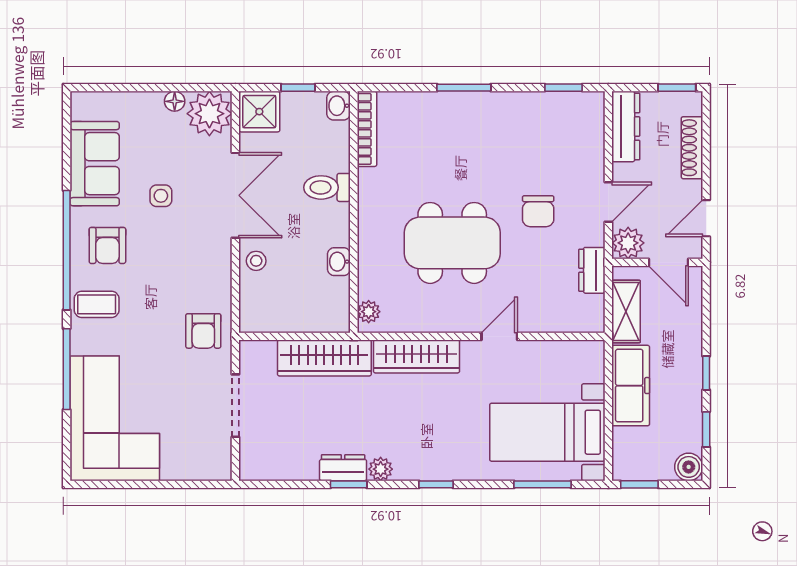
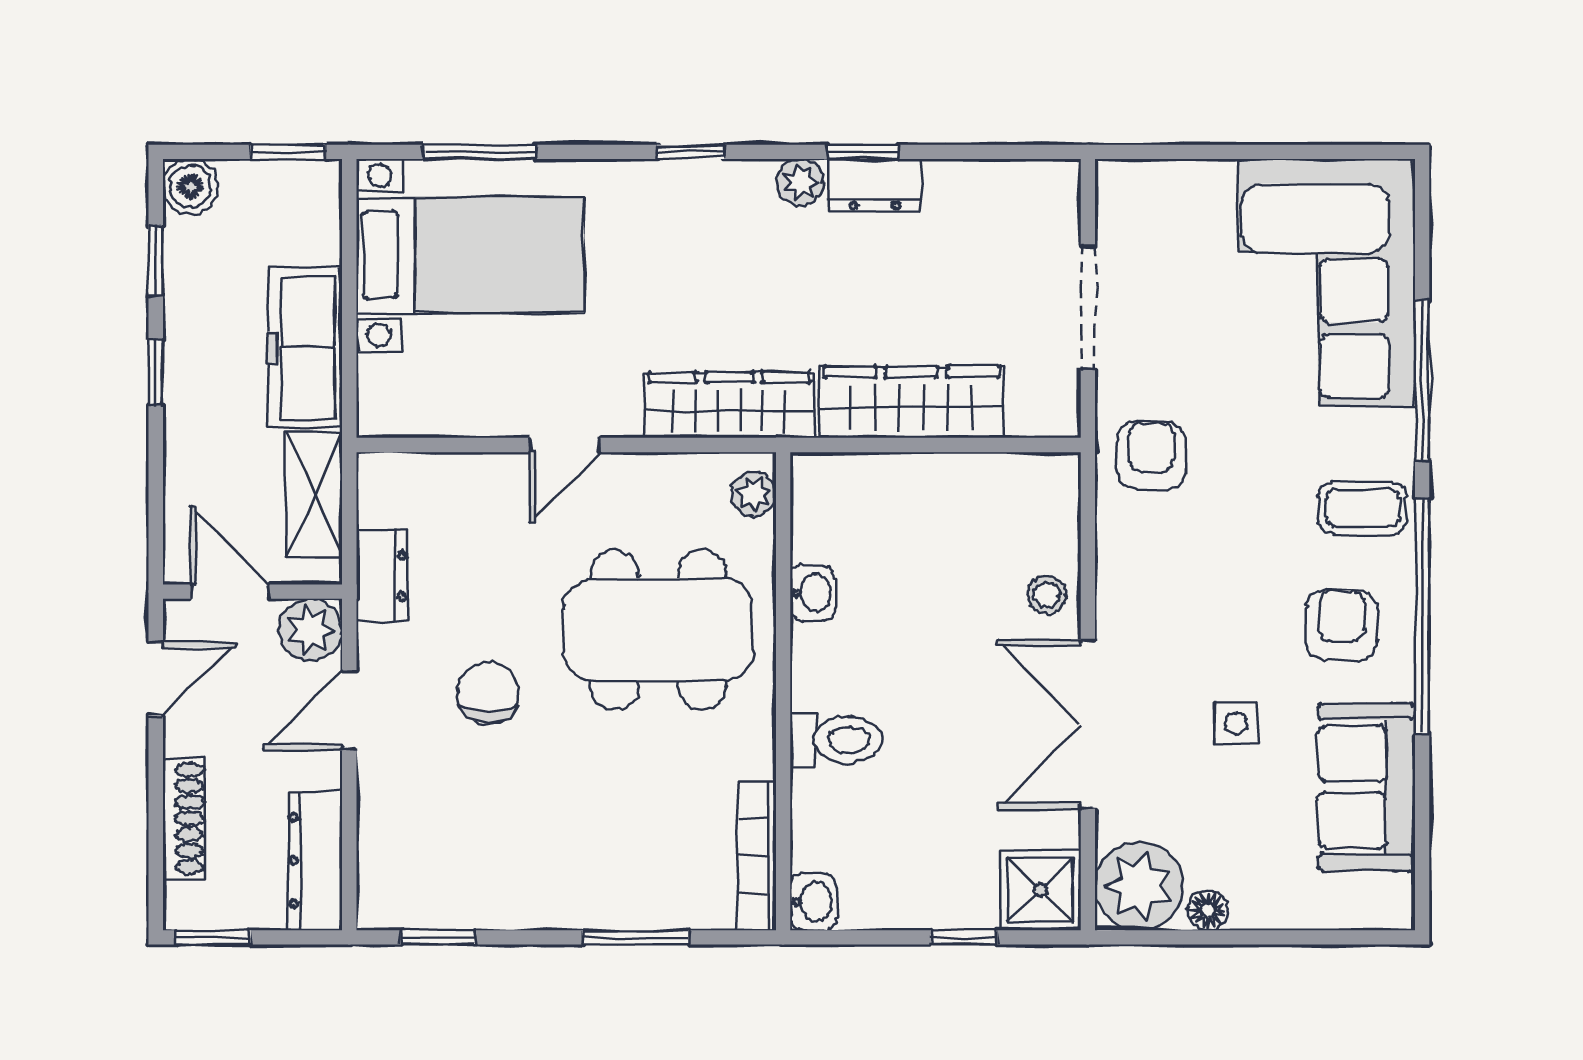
washbasin: (338, 106) -> (813, 902), moved
bookcase: (367, 129) -> (757, 856), moved
toilet: (327, 187) -> (836, 740), moved
wall: (354, 212) -> (783, 691), moved
washbasin: (339, 262) -> (813, 593), moved
plant: (369, 312) -> (754, 494), moved

